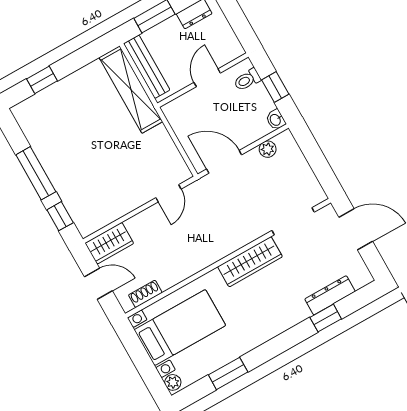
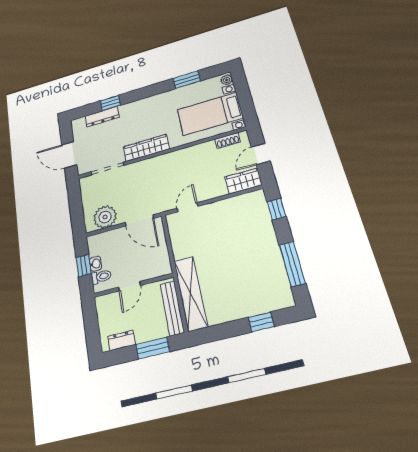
washbasin: (276, 120) -> (95, 264), moved
plant: (268, 149) -> (105, 217), width x1.88, depth x1.88
window: (36, 173) -> (292, 264), moved
door: (98, 284) -> (261, 154), hinge flipped

